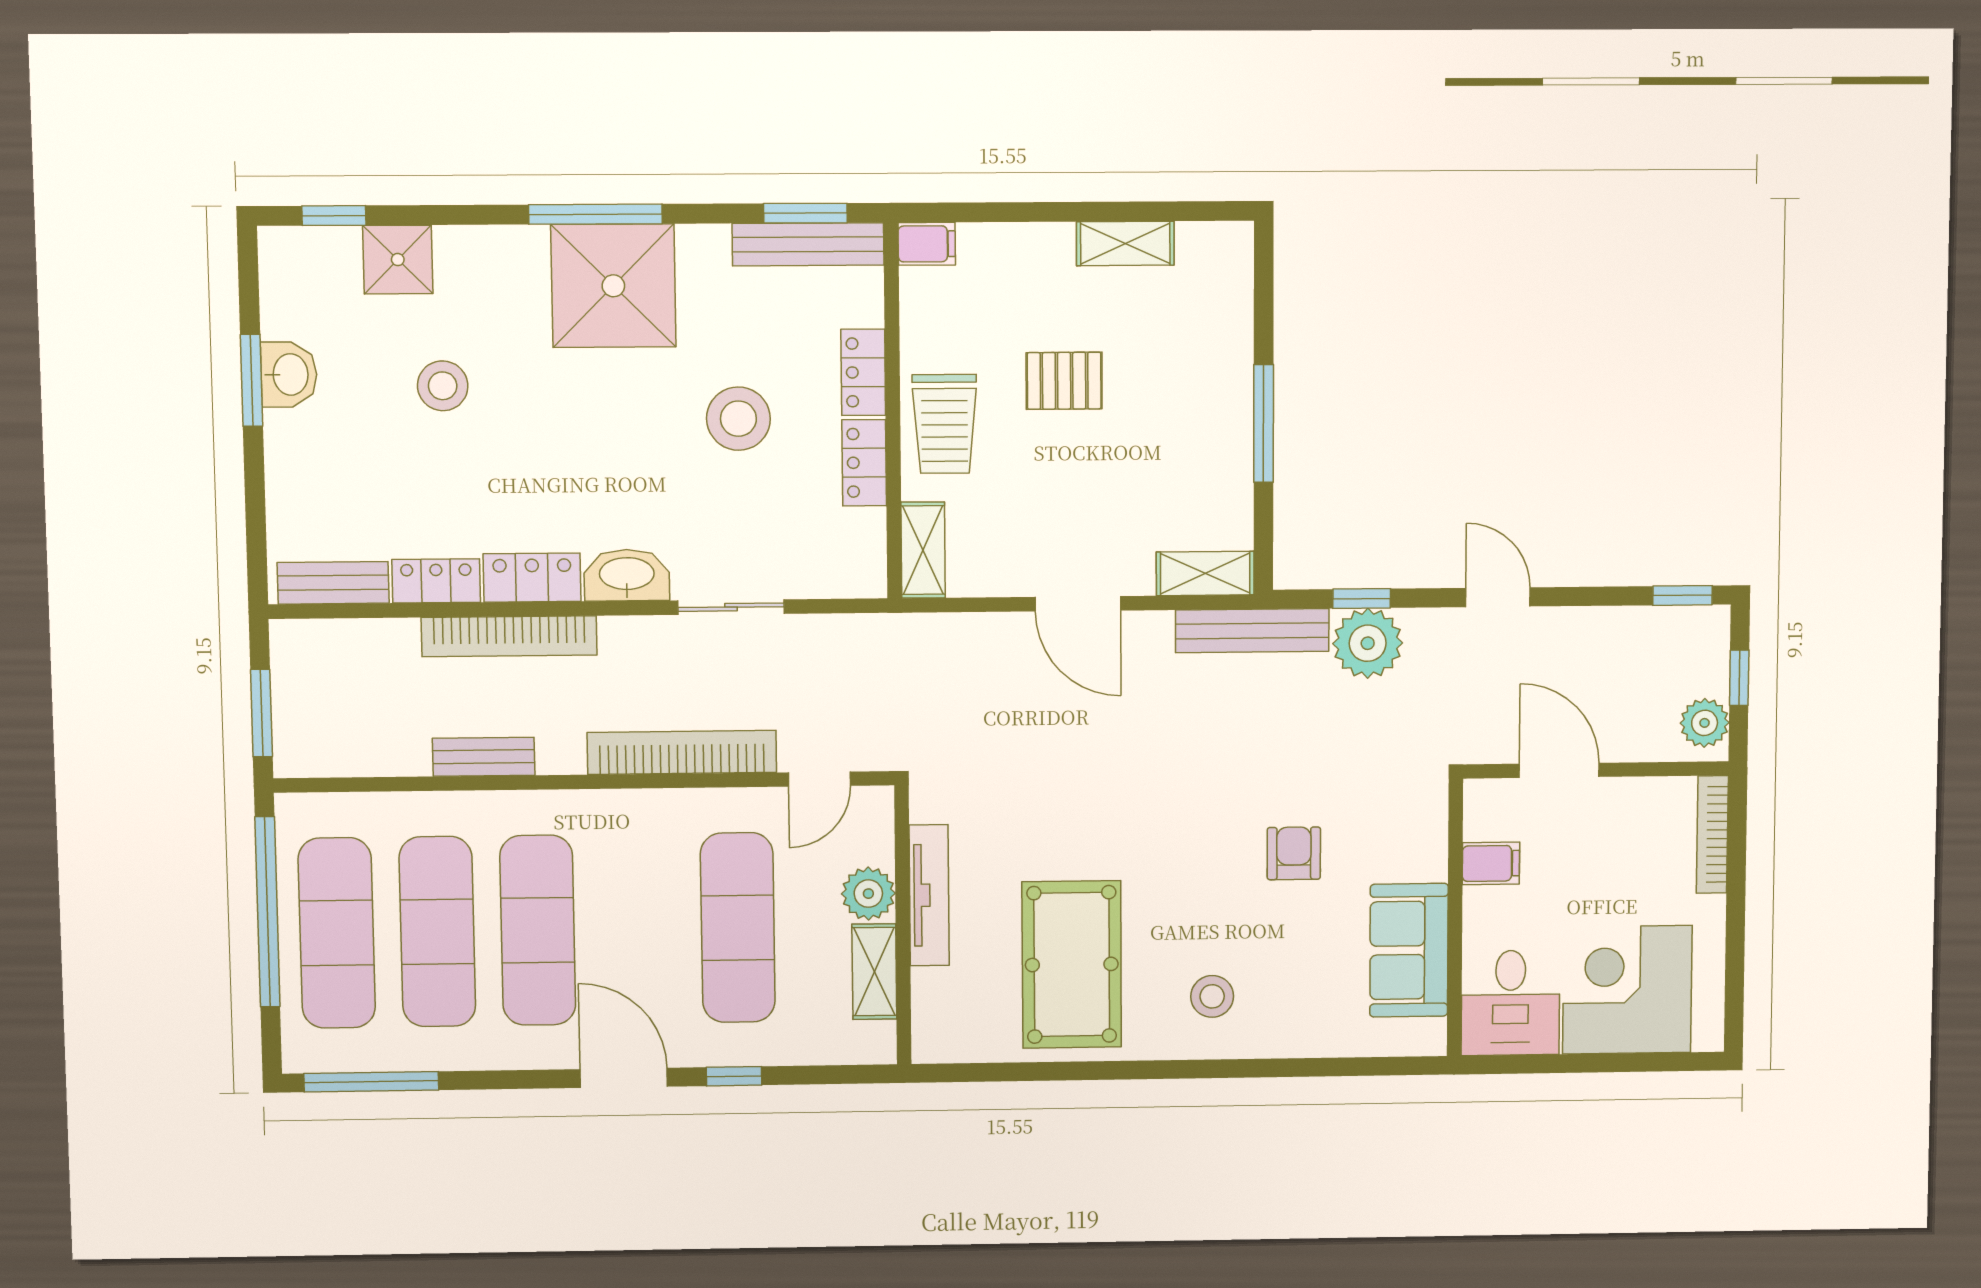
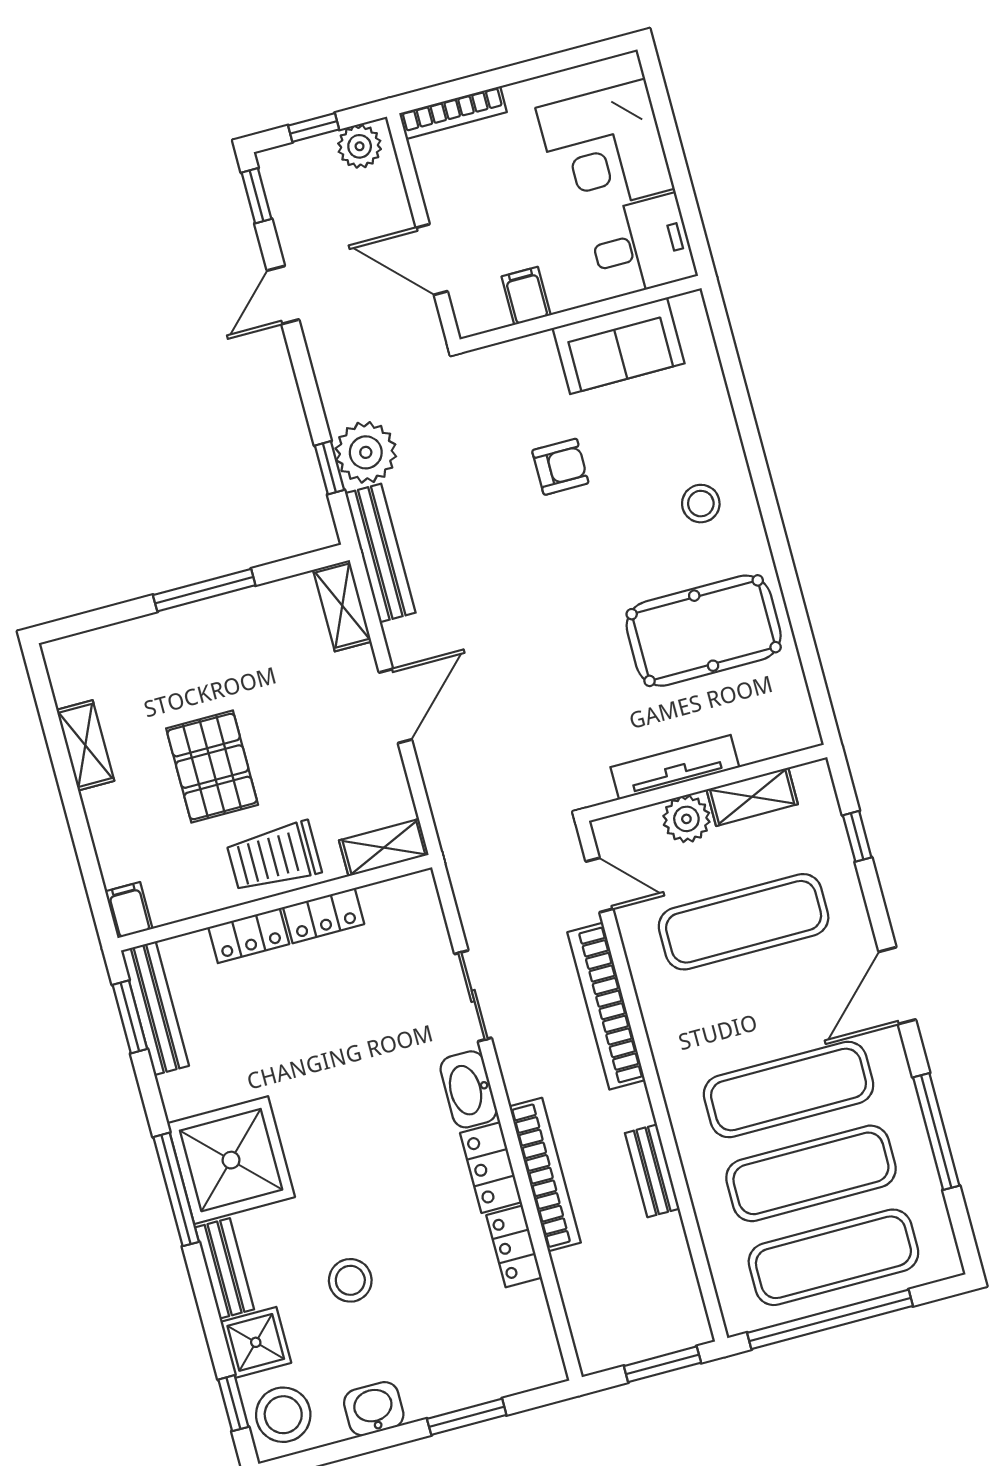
window: (252, 380) -> (467, 1417), moved
pallet: (1064, 381) -> (212, 767), width x1.50, depth x1.42
stool: (738, 419) -> (283, 1415), moved
trolley: (945, 424) -> (274, 857), turned 180
bench: (333, 583) -> (225, 1268), moved
door: (1498, 597) -> (283, 295), moved
door: (1559, 770) -> (432, 260), hinge flipped
armchair: (1294, 853) -> (560, 467), turned 180
window: (734, 1076) -> (857, 836), moved
window: (371, 1082) -> (936, 1132), moved

